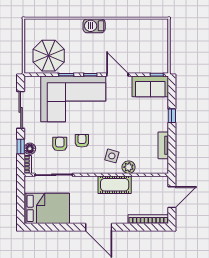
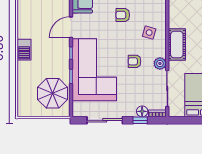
armchair: (60, 144) -> (123, 15), moved
plant: (129, 167) -> (160, 63), moved
cot: (115, 185) -> (177, 45), moved

